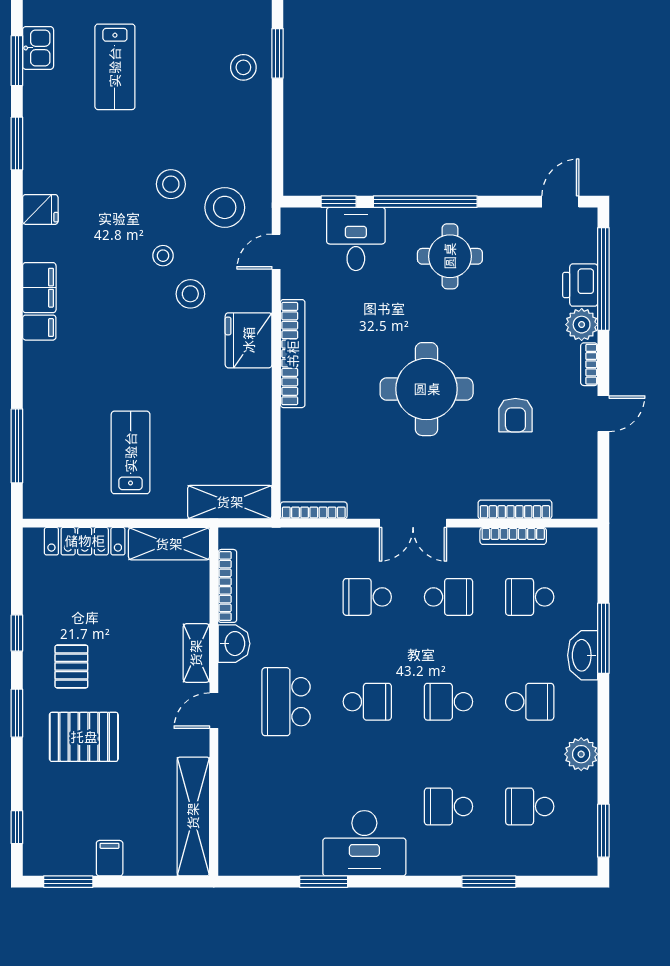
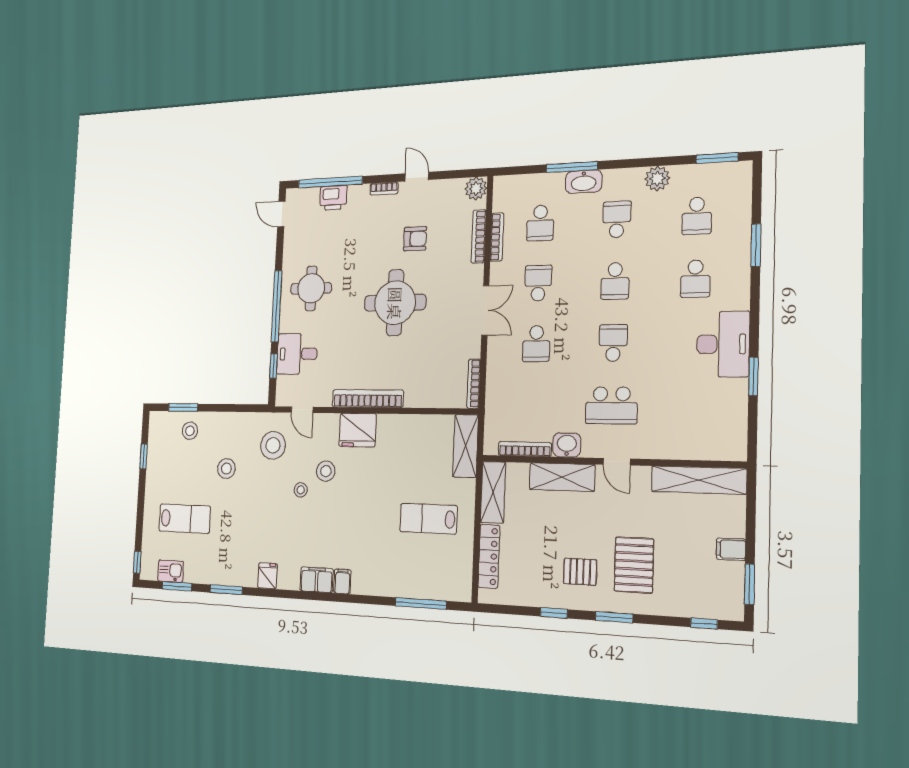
stool: (171, 184) -> (226, 469), moved
plant: (582, 325) -> (476, 189), moved
shelving: (196, 653) -> (562, 477), width x1.50, depth x1.33

